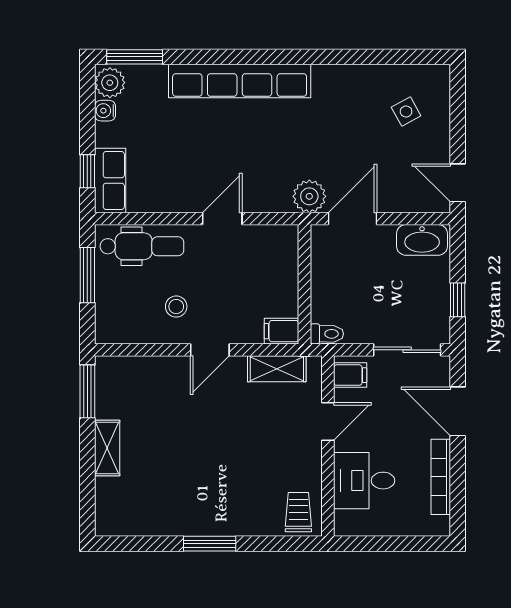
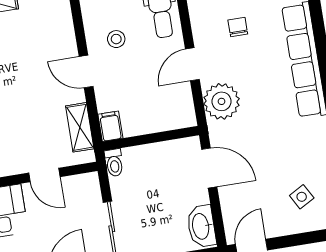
chair: (186, 156) -> (238, 27), added
plant: (309, 196) -> (221, 101), moved, width x1.36, depth x1.36
door: (222, 219) -> (192, 64), swing flipped
filing cabinet: (350, 375) -> (84, 187), removed

